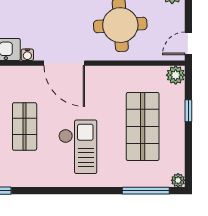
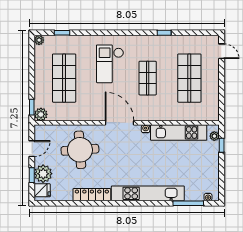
door: (188, 43) -> (32, 149), moved
window: (188, 111) -> (32, 107), moved
window: (146, 191) -> (62, 33), width x0.46

